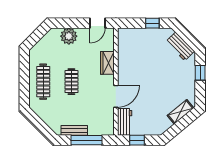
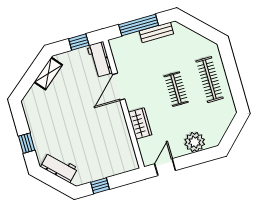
shelving: (180, 112) -> (48, 73), moved

